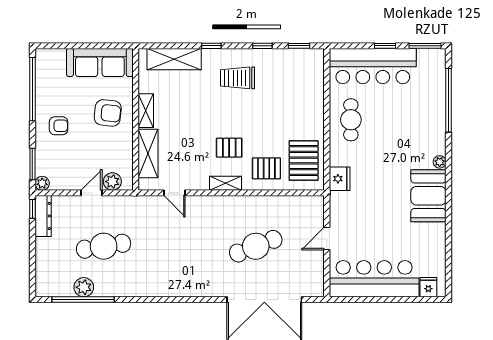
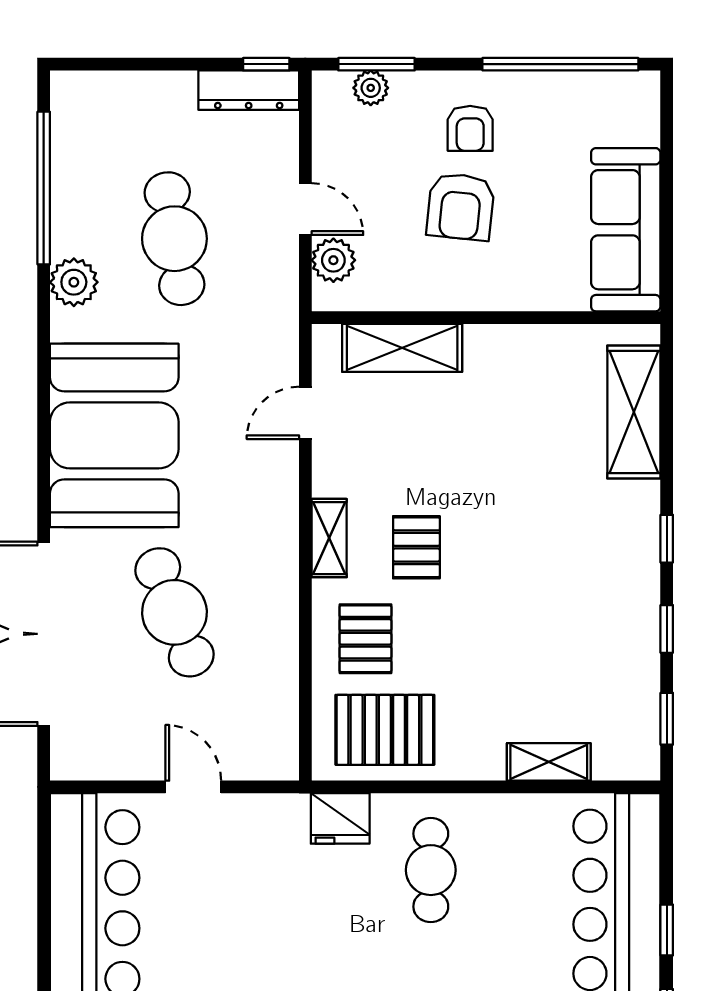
window: (211, 46) -> (667, 539), moved
trolley: (238, 78) -> (588, 568), removed
shelving: (146, 111) -> (549, 762), moved
armchair: (108, 113) -> (461, 207), moved
cafe table: (351, 120) -> (431, 870), moved, turned 90
plant: (42, 183) -> (371, 88), moved
booth: (184, 271) -> (114, 435), added
plant: (84, 287) -> (74, 282), moved

